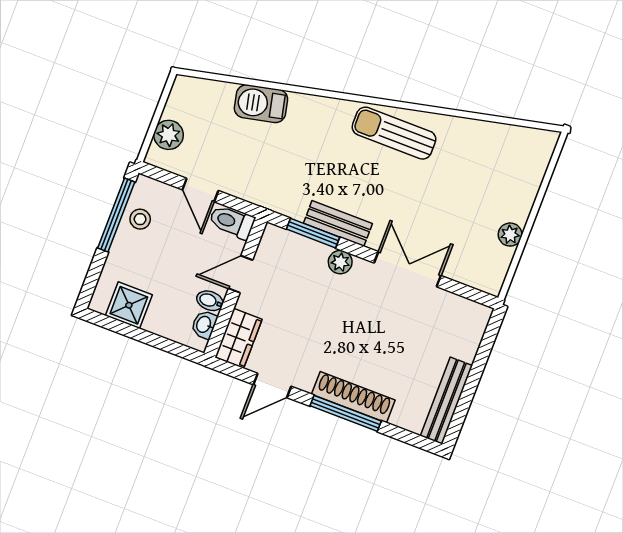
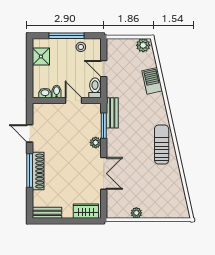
plant: (169, 135) -> (143, 45), moved
door: (200, 190) -> (104, 69), hinge flipped
window: (116, 215) -> (66, 36), moved
bench: (338, 223) -> (112, 113), moved
wardrobe: (238, 338) -> (86, 211), moved, turned 180
bench: (446, 401) -> (47, 213), width x0.73

